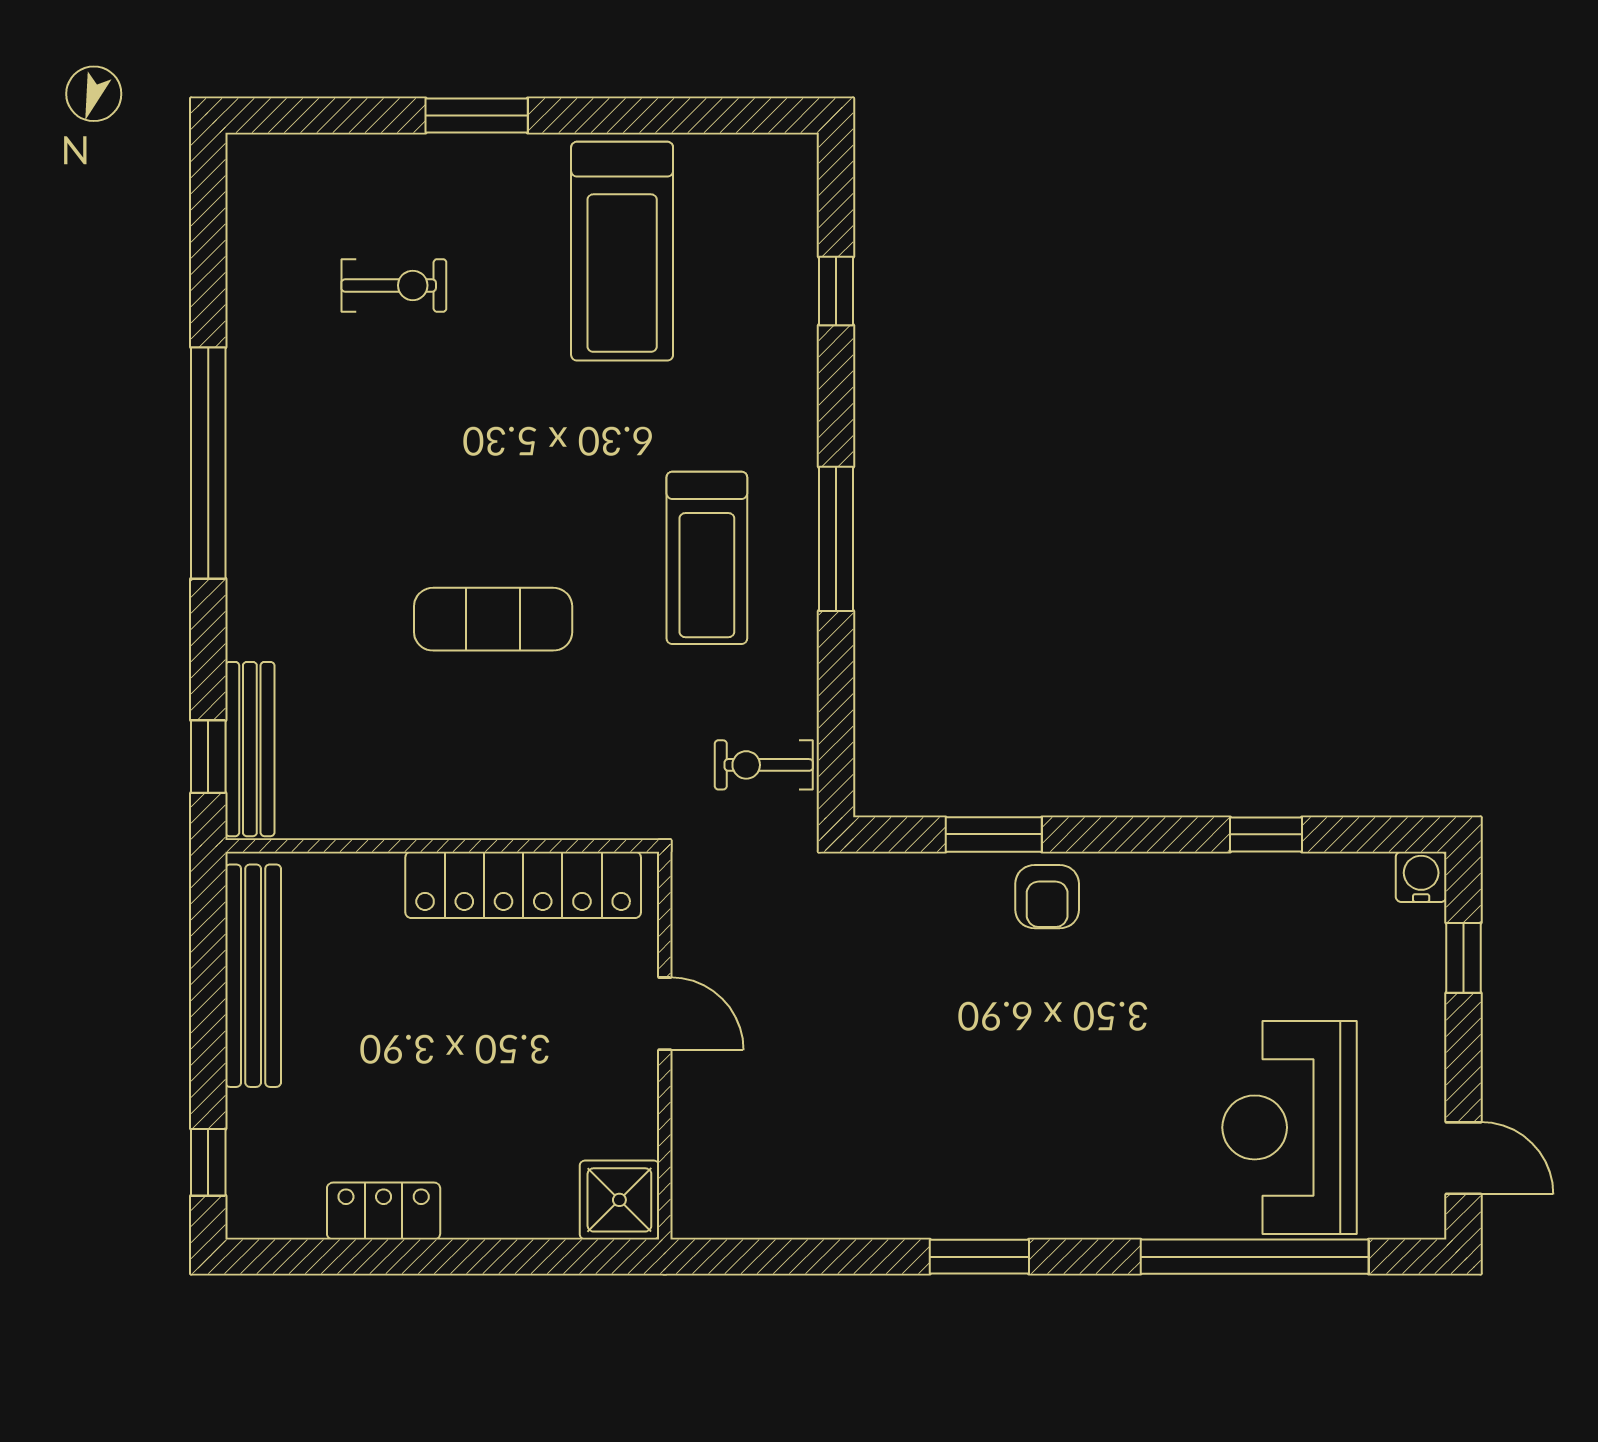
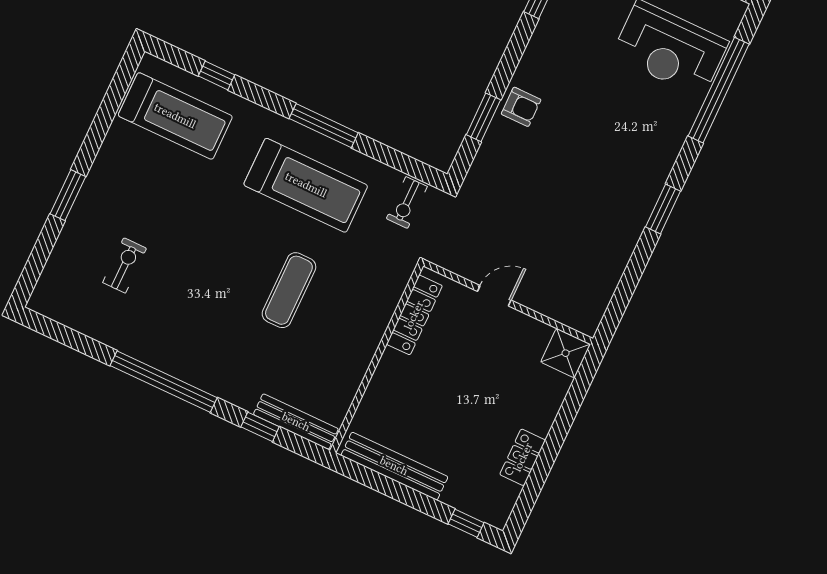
treadmill: (622, 251) -> (175, 116), moved
treadmill: (707, 558) -> (306, 185), width x1.37, depth x1.38
window: (208, 757) -> (260, 427), moved
locker: (523, 885) -> (414, 315), width x0.71, depth x0.83

